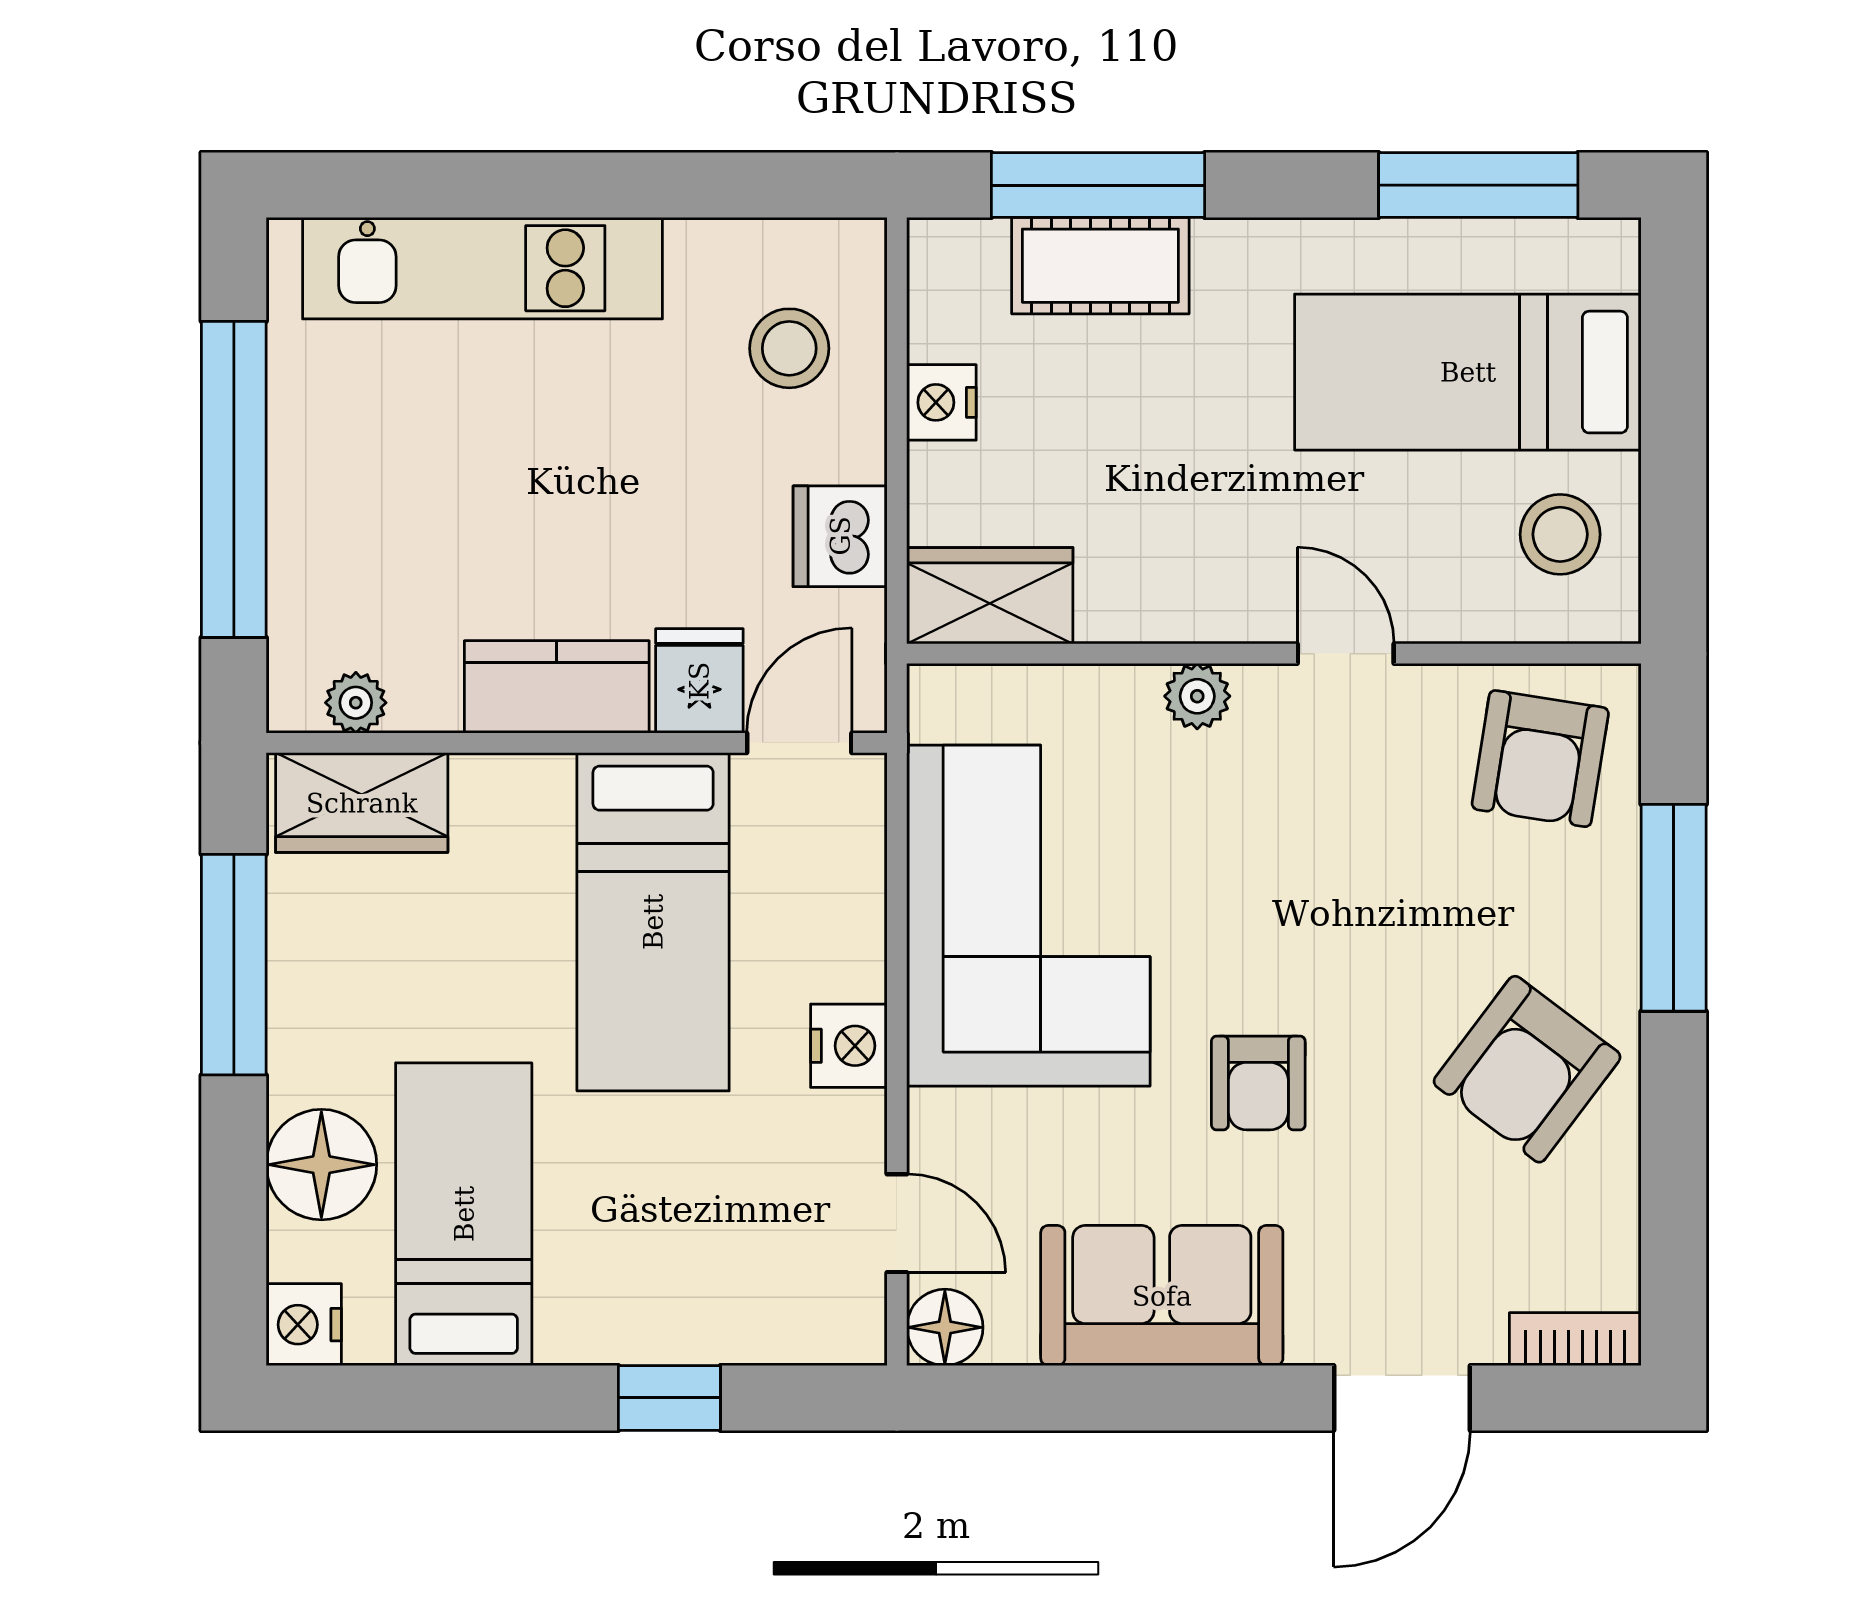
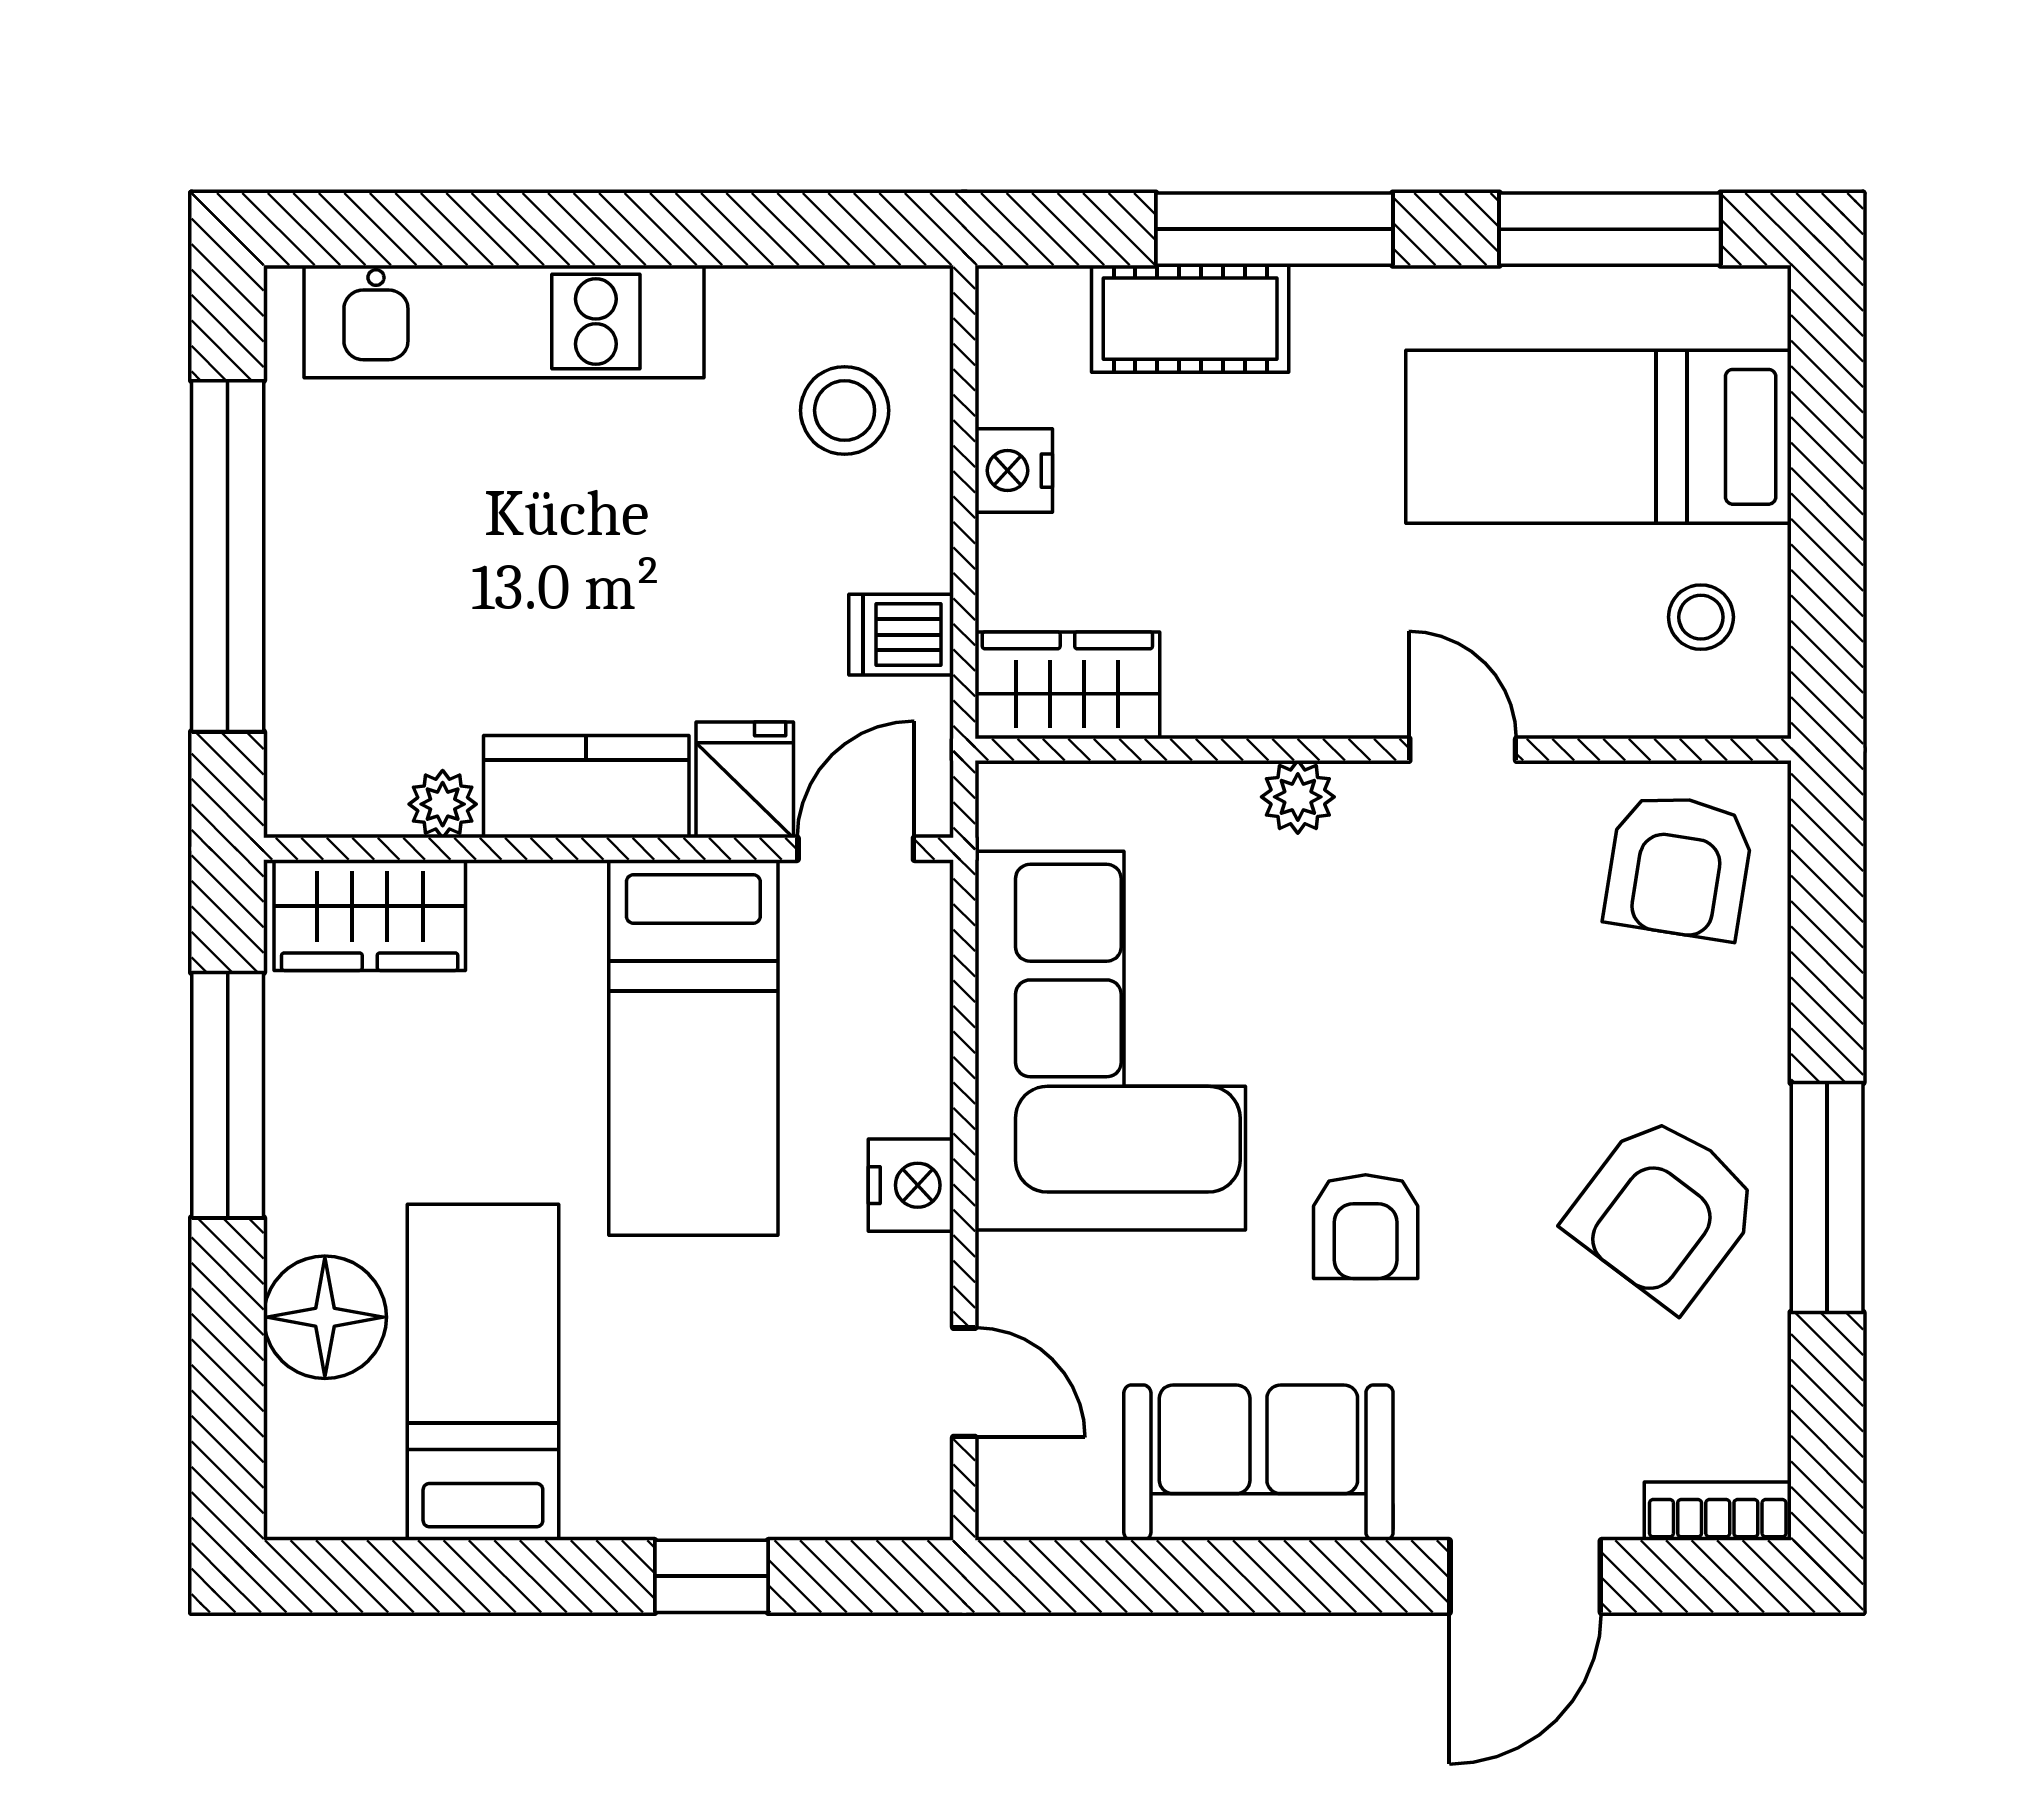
window: (1098, 185) -> (1274, 229), moved
stool: (1560, 534) -> (1701, 617), width x0.73, depth x0.73
dishwasher: (840, 536) -> (901, 635), width x0.73
plant: (356, 703) -> (443, 804), moved
window: (1674, 908) -> (1827, 1198), moved
nightstand: (304, 1325) -> (305, 1495), removed
floor lamp: (945, 1327) -> (1017, 1498), removed

